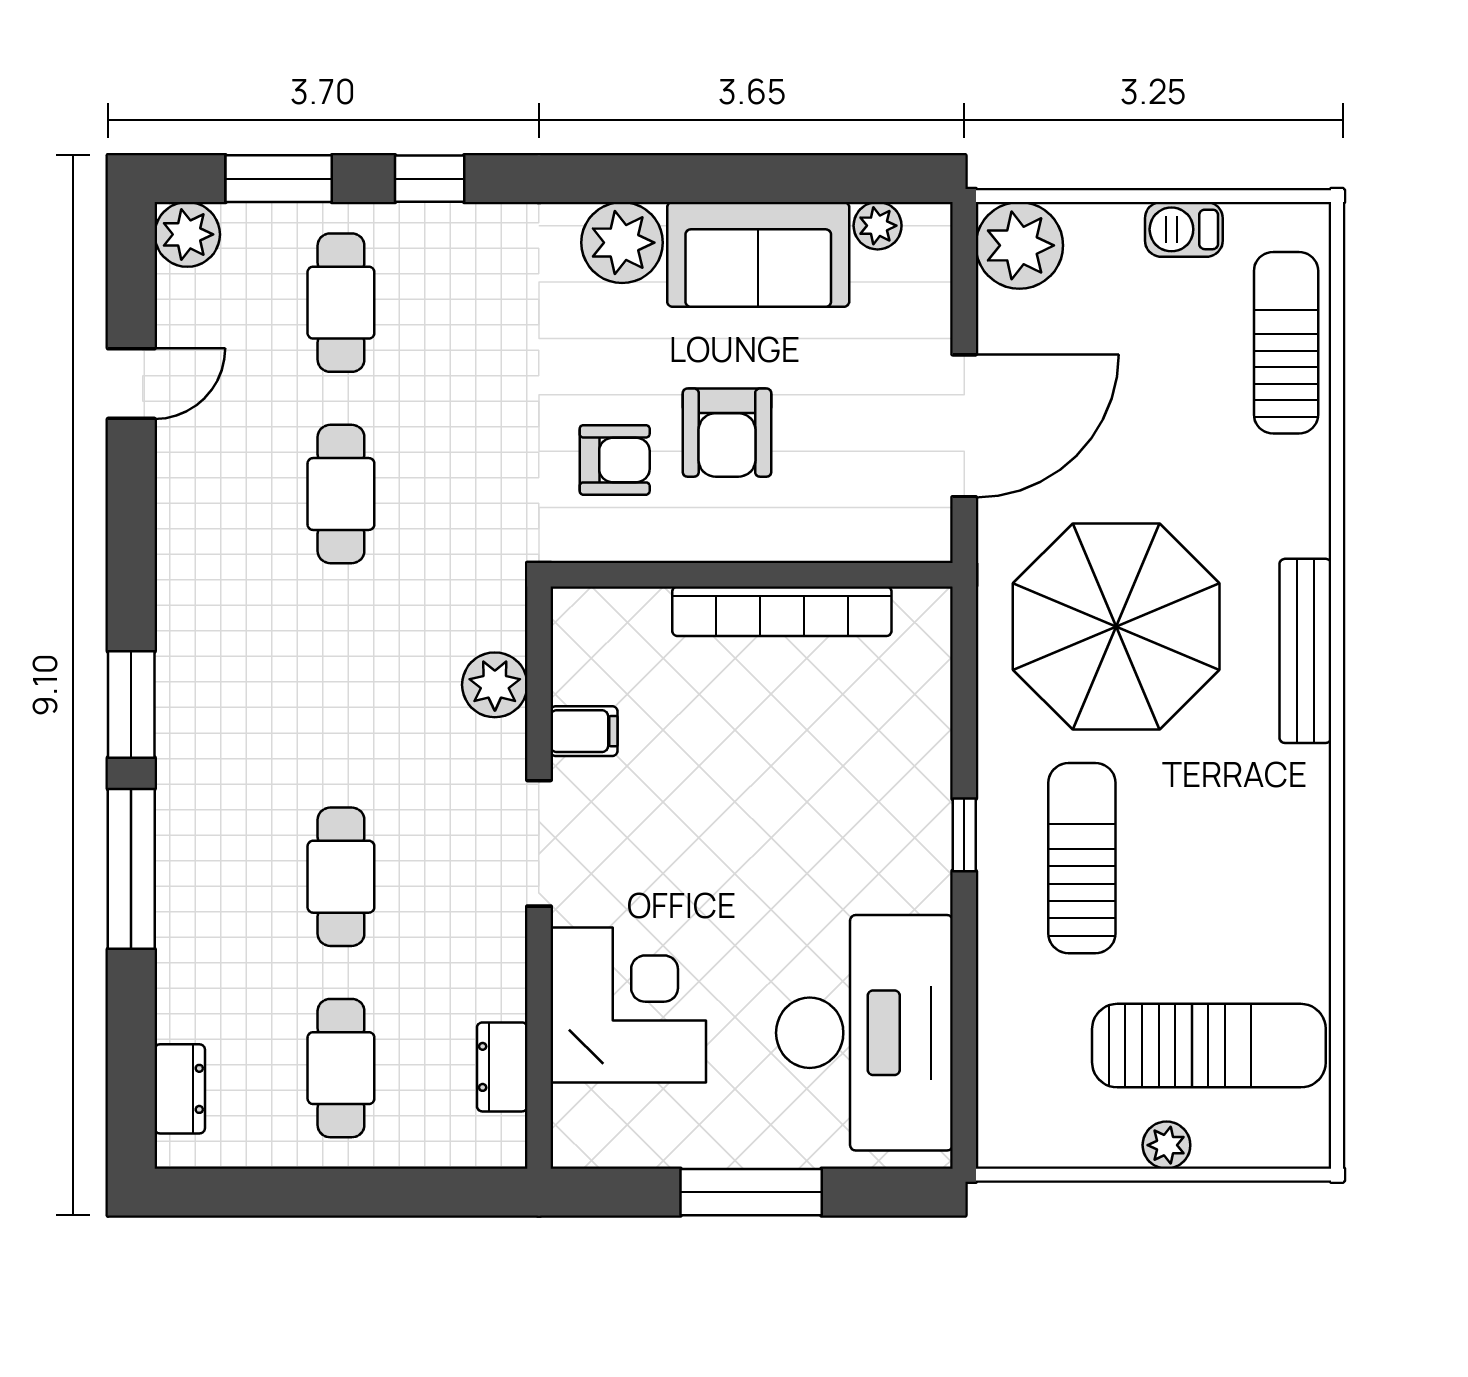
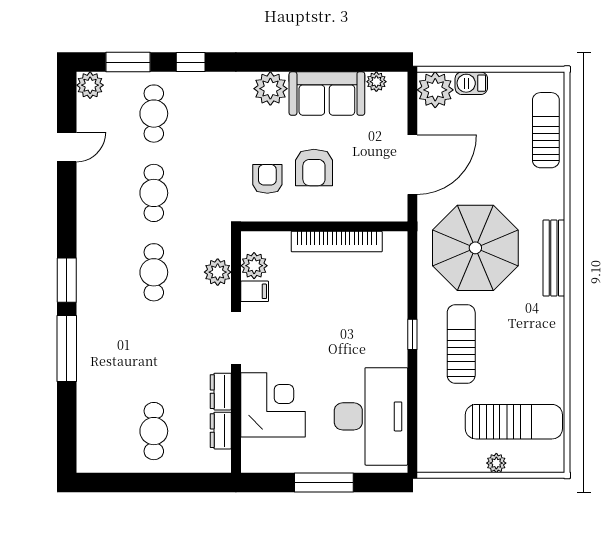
barbecue: (1184, 229) -> (471, 83), moved
armchair: (615, 460) -> (267, 179), turned -90
plant: (583, 669) -> (254, 266), added
cafe table: (341, 877) -> (154, 272), moved
dresser: (180, 1089) -> (221, 392), moved, turned 180

